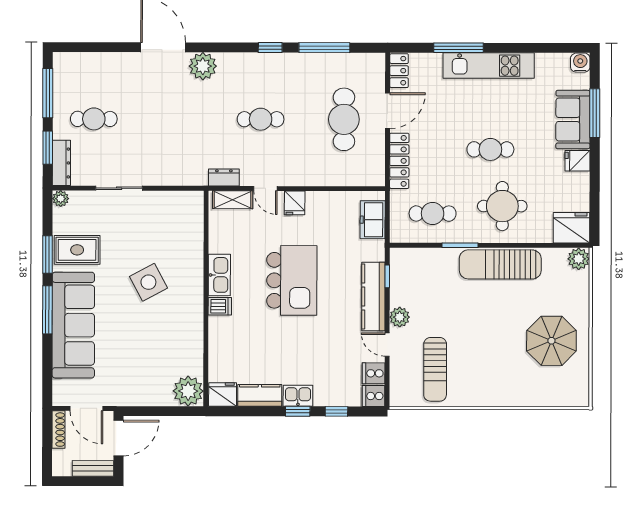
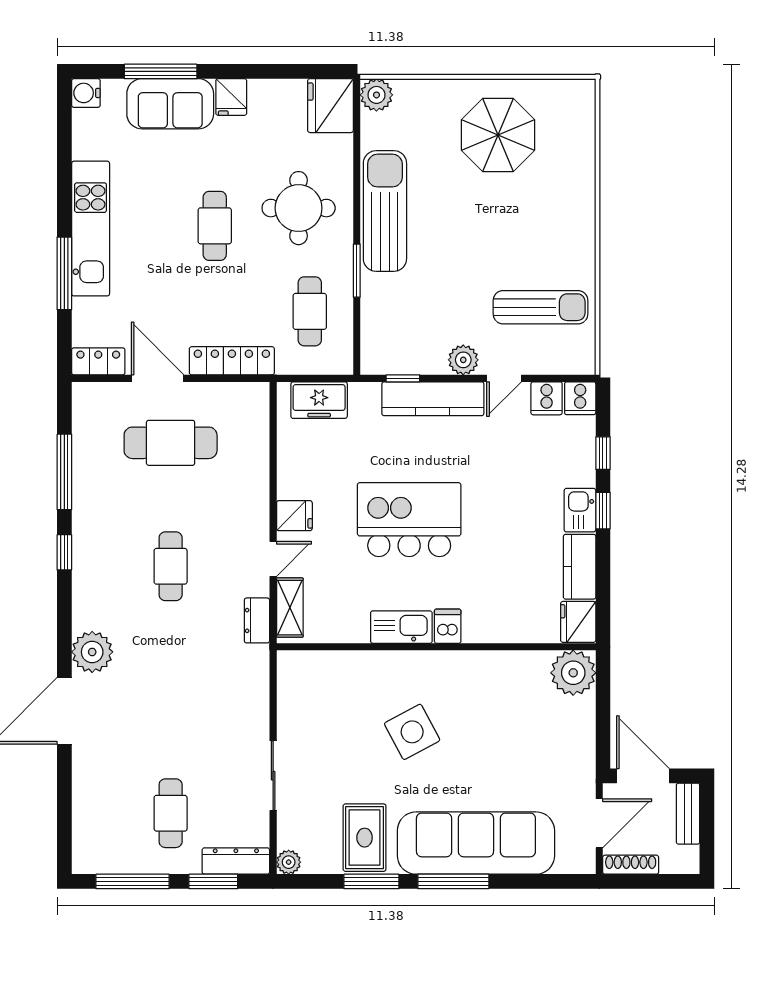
sun lounger: (500, 264) -> (385, 211), turned 180

